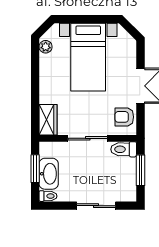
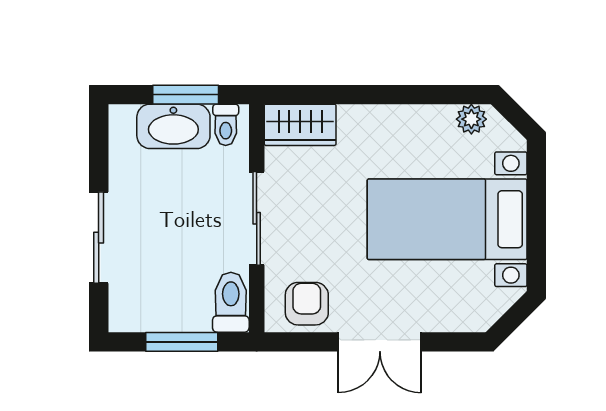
toilet: (48, 196) -> (226, 125), moved

